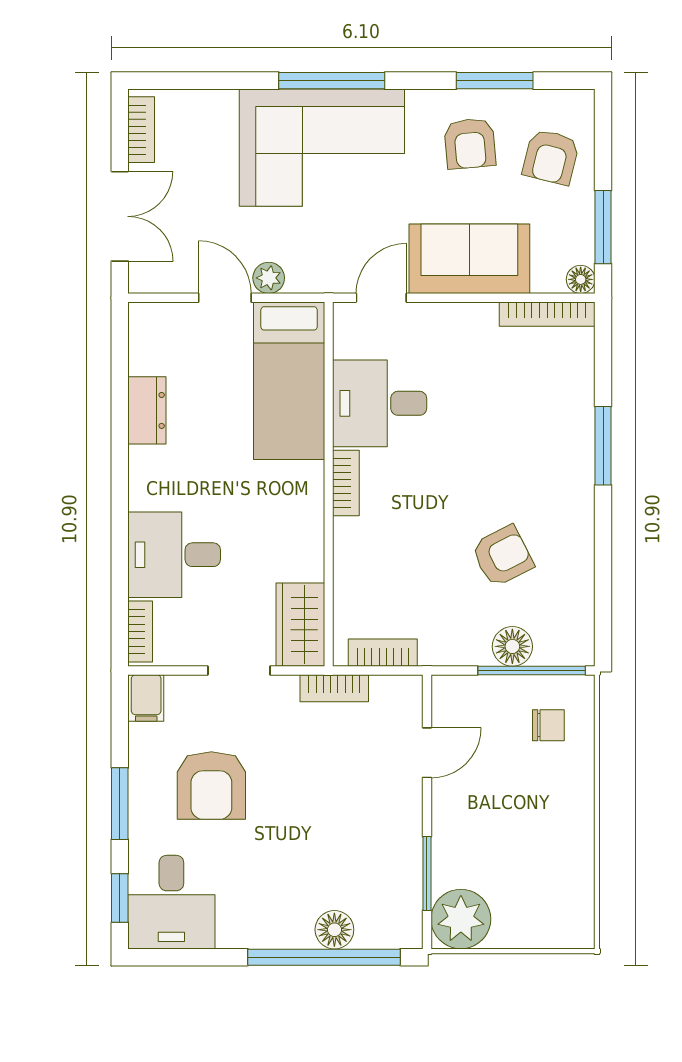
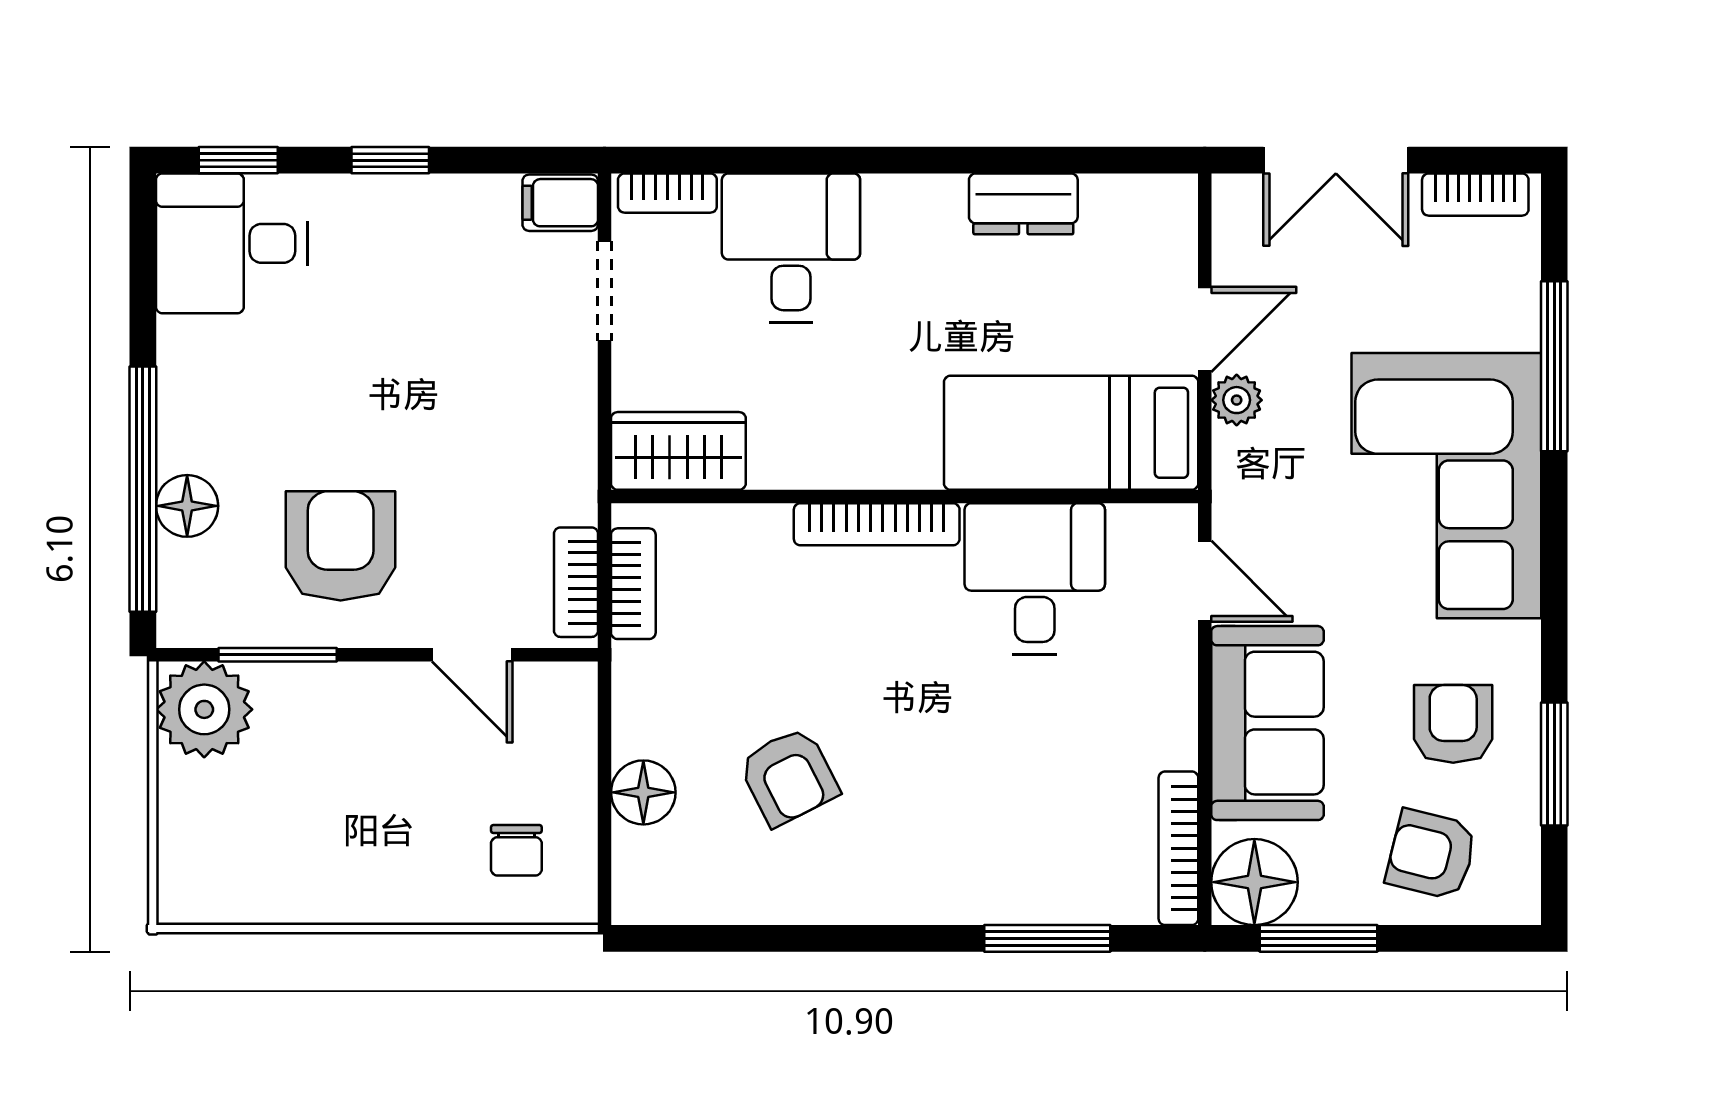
window: (332, 81) -> (1554, 366), moved
armchair: (470, 143) -> (1453, 724), turned 95
floor lamp: (581, 279) -> (1254, 882), width x1.89, depth x1.89
window: (603, 446) -> (1047, 938), moved
bookcase: (346, 483) -> (877, 524), width x1.56
doorway: (239, 670) -> (605, 291), moved
window: (532, 670) -> (605, 823), removed
bookcase: (334, 688) -> (576, 582), moved
armchair: (211, 786) -> (341, 546), moved, turned 90
window: (120, 804) -> (390, 160), width x0.67

